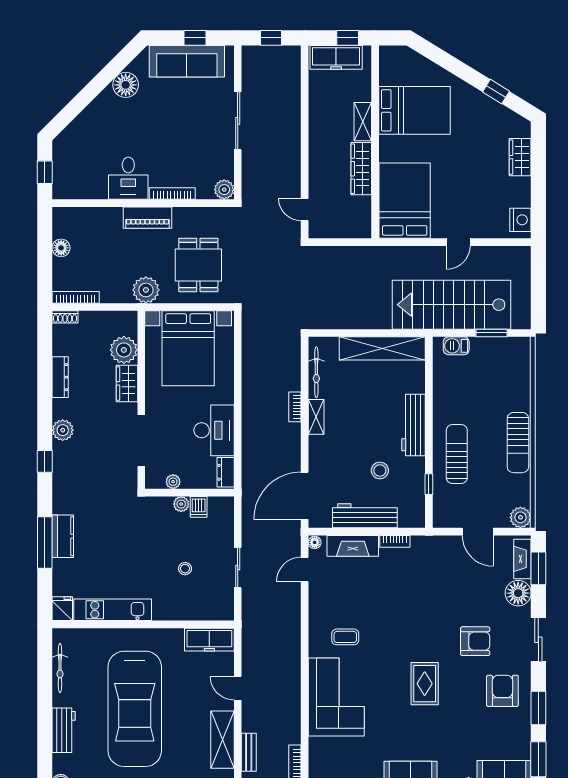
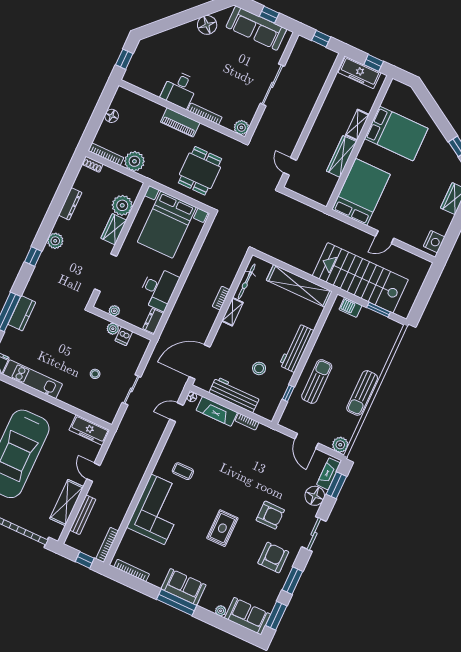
plant: (146, 290) -> (134, 161), moved
bench: (249, 752) -> (83, 515), width x1.36

